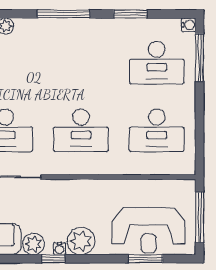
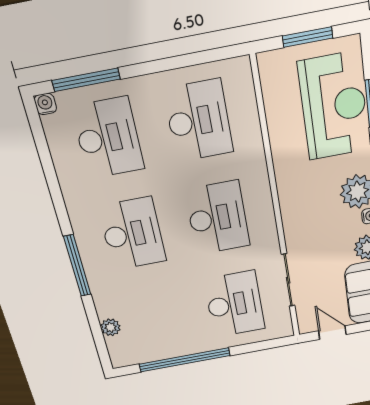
window: (130, 14) -> (53, 185), removed
desk: (81, 63) -> (132, 234), added
window: (200, 217) -> (308, 37), width x0.69

